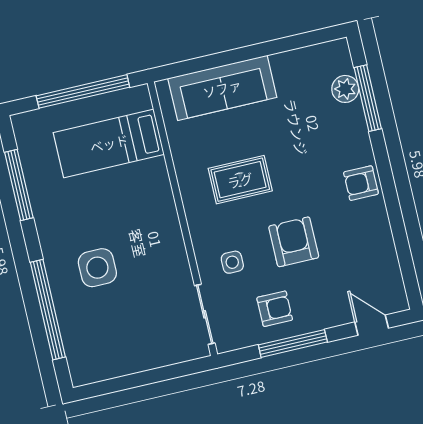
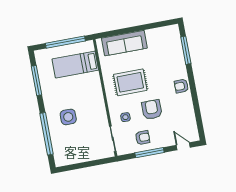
plant: (345, 89) -> (176, 46), removed
rug: (240, 180) -> (130, 82), width x1.36, depth x1.43

